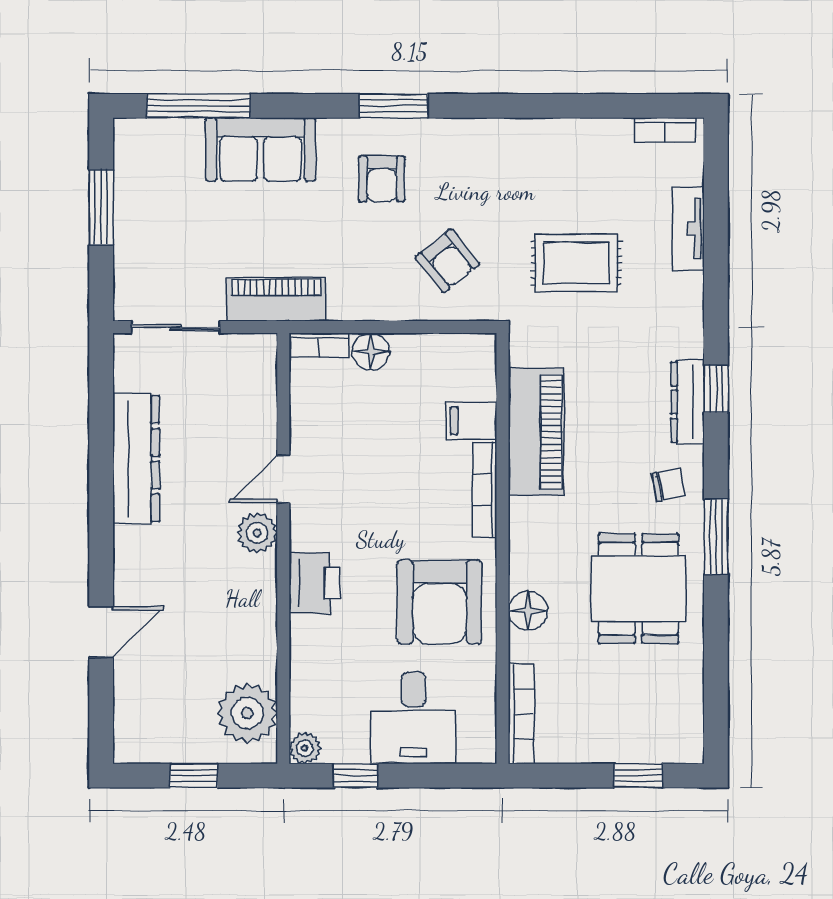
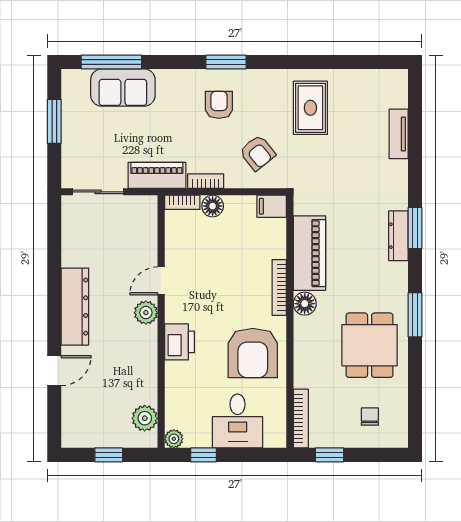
bookcase: (665, 130) -> (206, 181), moved, turned 180
sofa: (261, 149) -> (123, 88), moved
armchair: (382, 179) -> (219, 105), turned 180
rug: (576, 263) -> (310, 108), moved, turned 90
window: (716, 389) -> (415, 228), width x1.50
filing cabinet: (472, 421) -> (272, 206), moved
dresser: (136, 459) -> (75, 307), moved
chair: (668, 485) -> (370, 417), moved, turned -80
floor lamp: (528, 611) -> (305, 304), moved
plant: (247, 713) -> (145, 418), width x0.73, depth x0.73
window: (638, 776) -> (330, 455), moved

